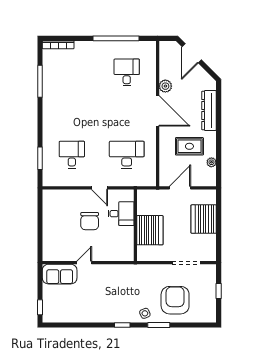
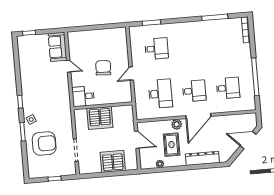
plant: (165, 86) -> (177, 124), moved
desk: (127, 114) -> (194, 91), added
desk: (121, 214) -> (83, 96), moved, turned 90
chair: (90, 221) -> (103, 68), turned 93

